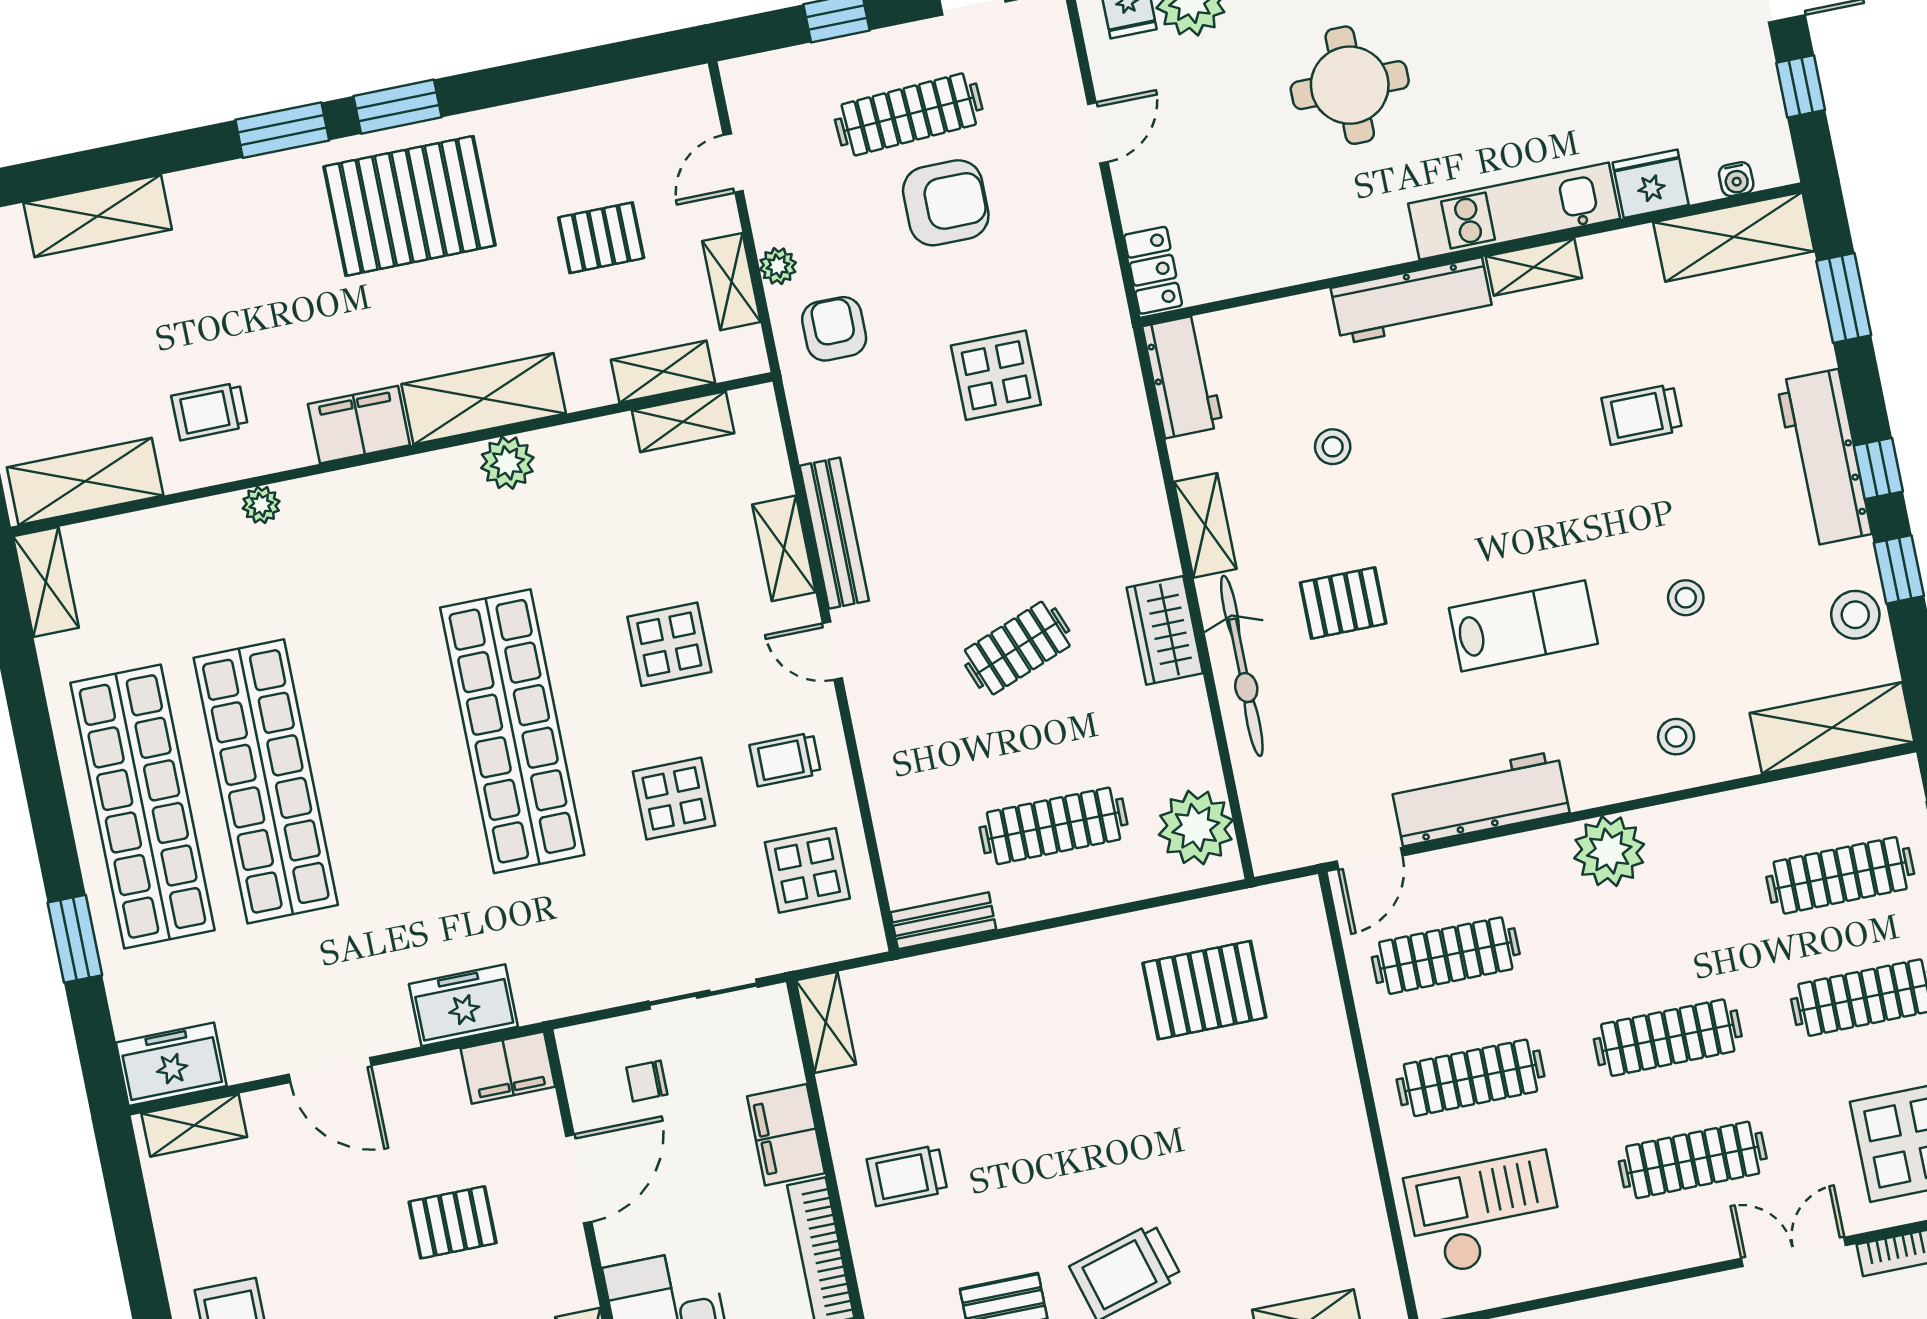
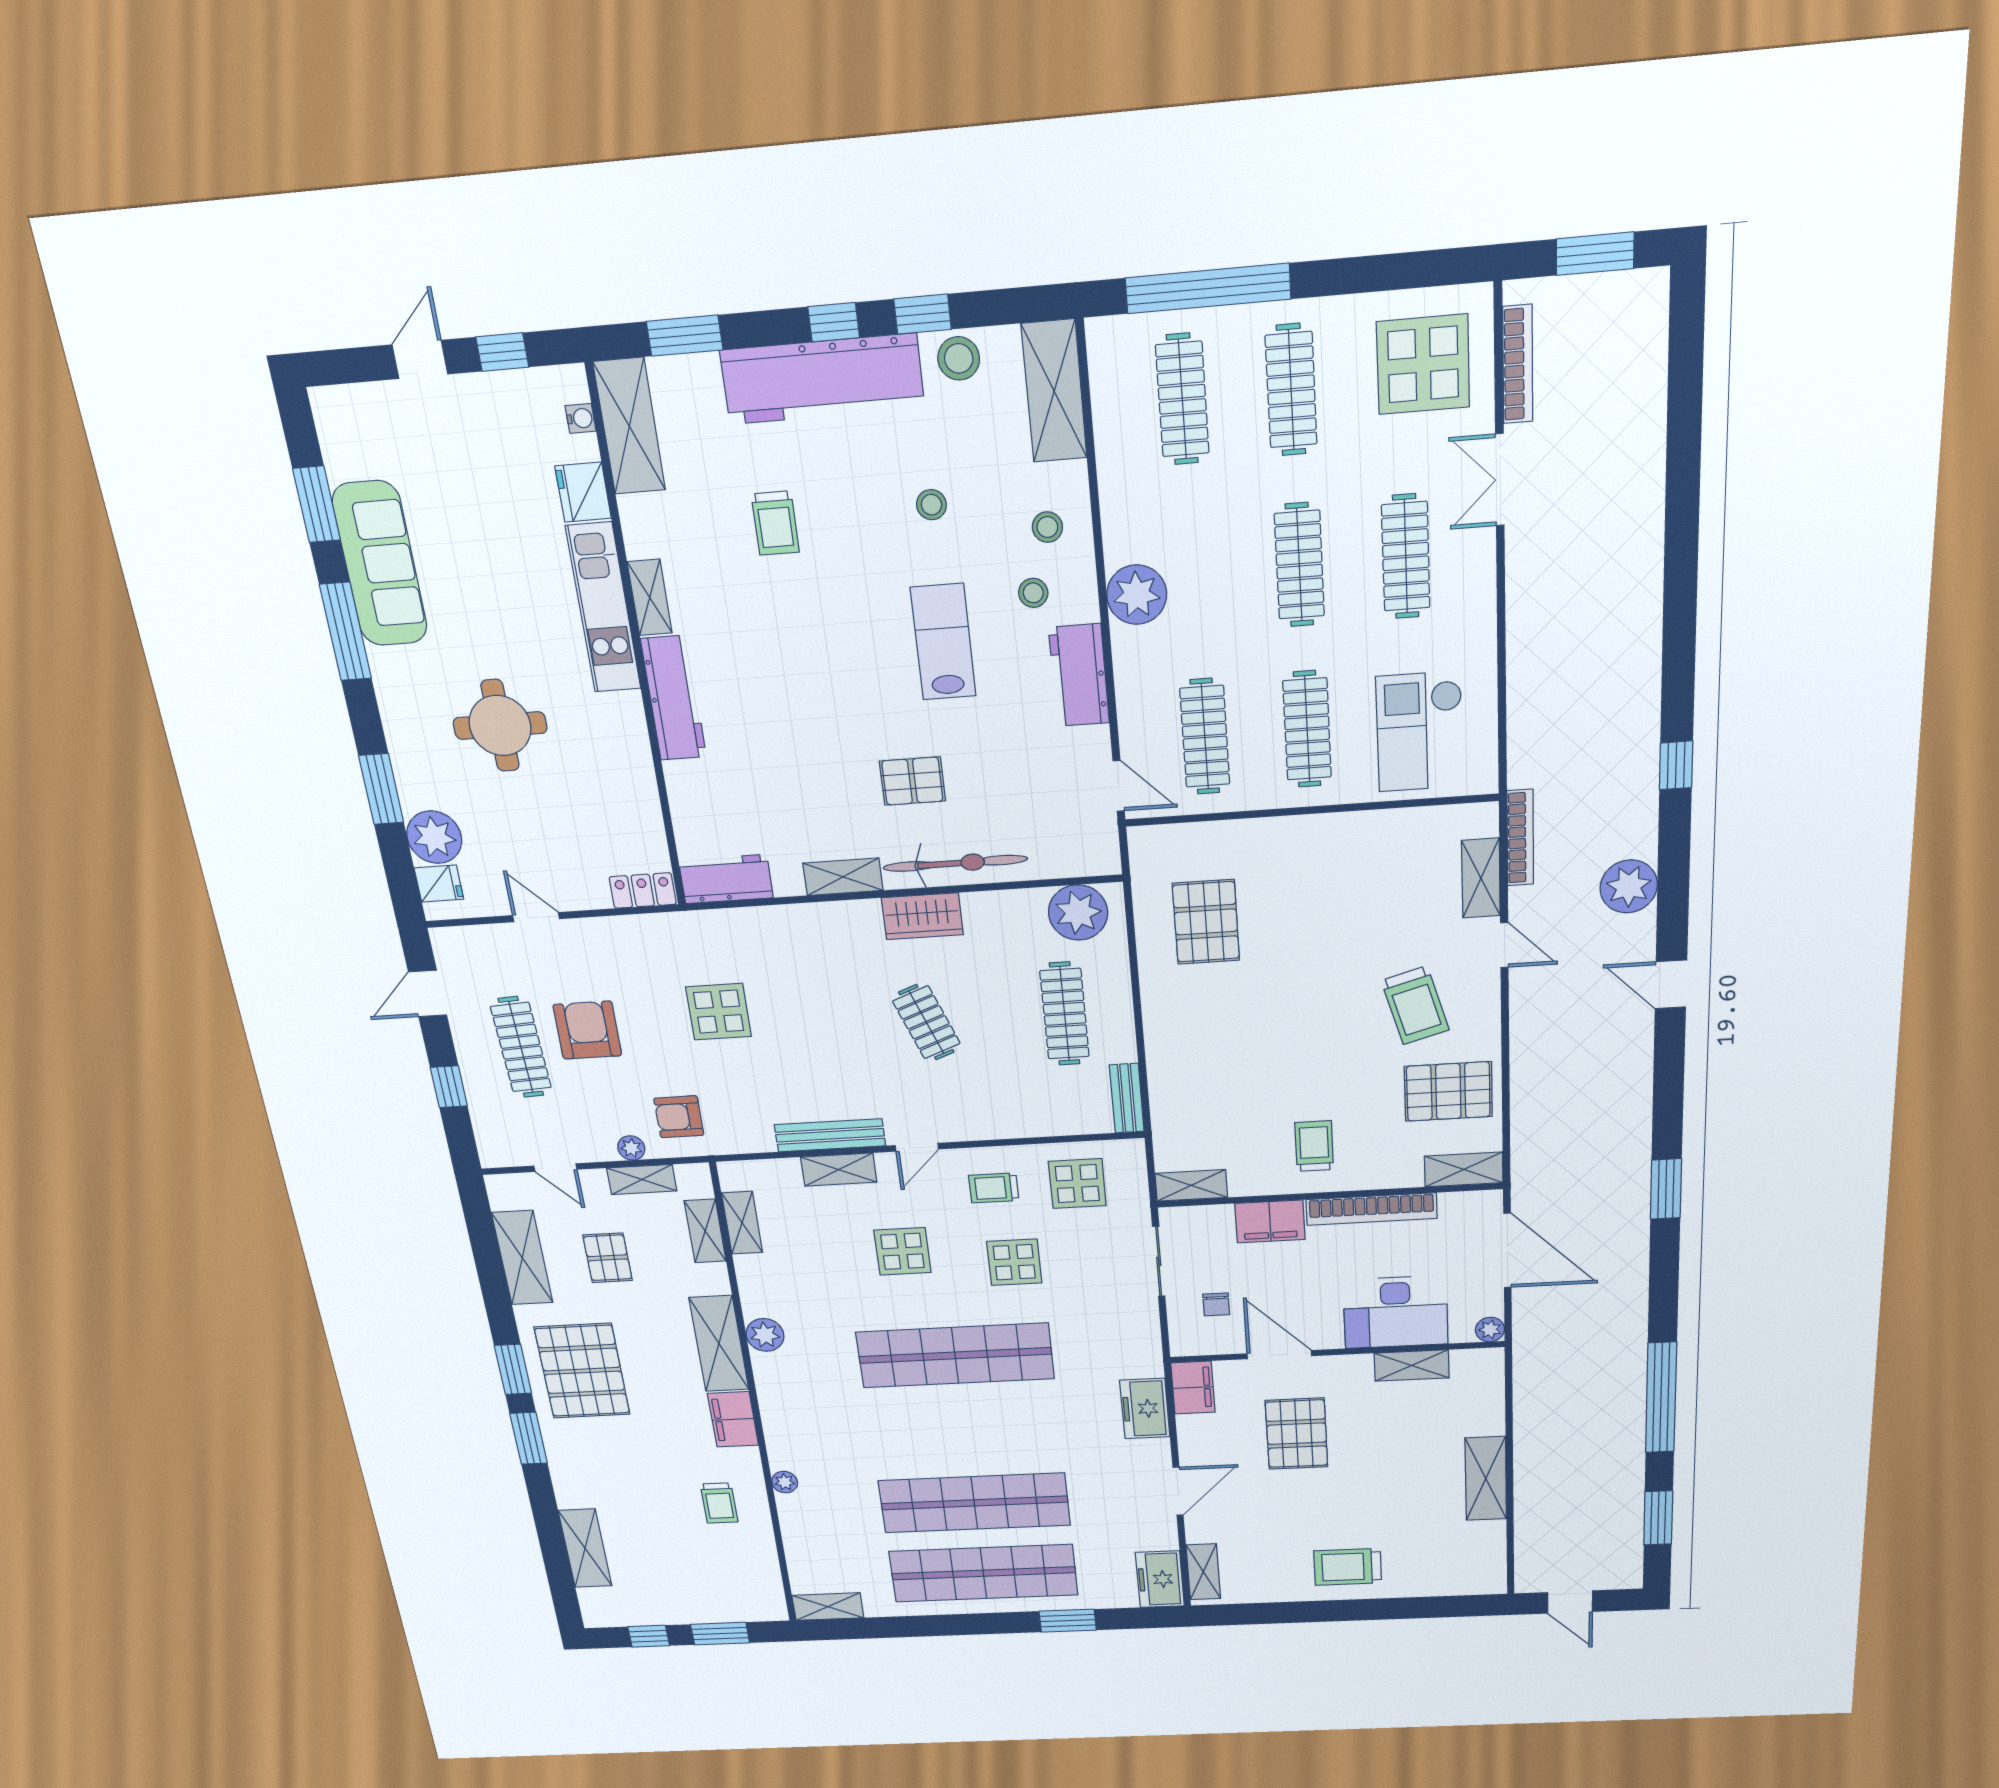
stool: (1333, 447) -> (1033, 593), moved
workbench: (1824, 458) -> (822, 379), width x1.36, depth x1.32
shelving: (85, 481) -> (522, 1258), moved
pallet: (1343, 603) -> (912, 781), turned 90
trolley: (785, 759) -> (994, 1188), turned 90
workbench: (1480, 799) -> (1079, 675), width x0.73
trolley: (907, 1176) -> (1314, 1146), turned 180
pallet: (453, 1222) -> (1297, 1434), width x1.50, depth x1.42

